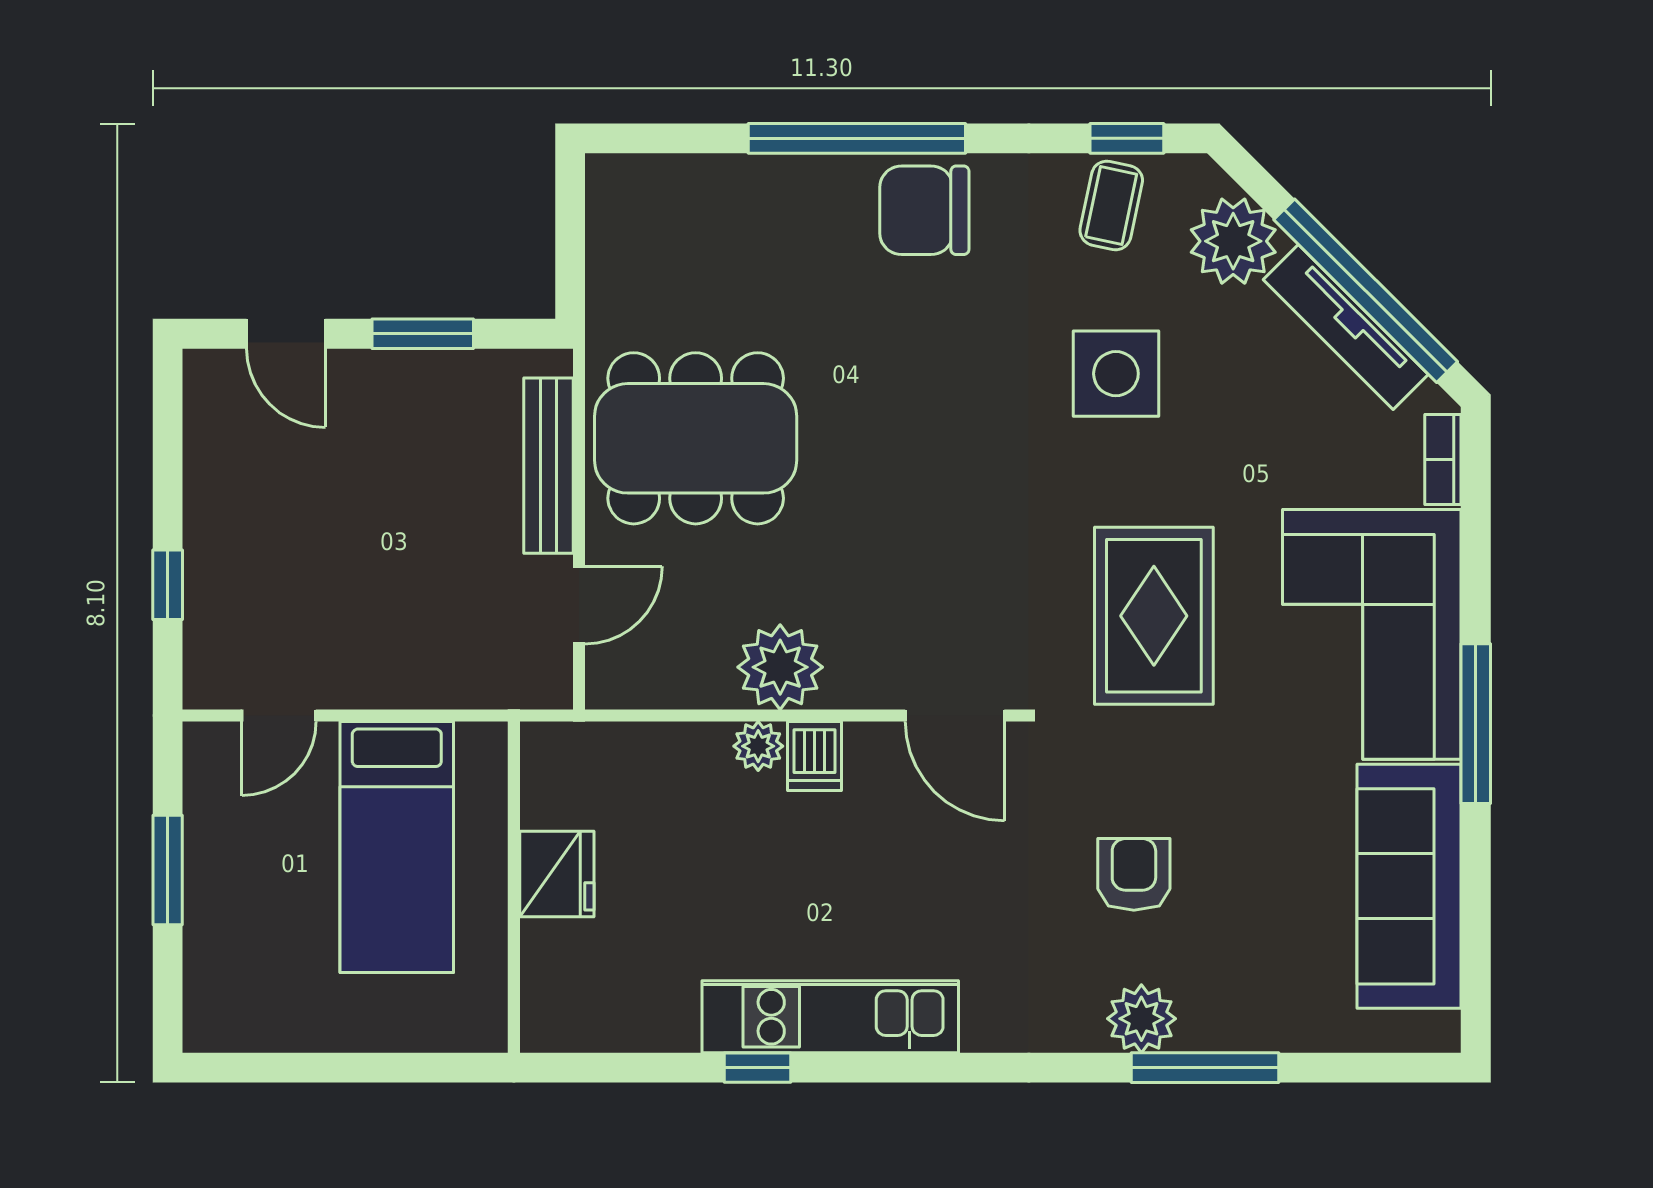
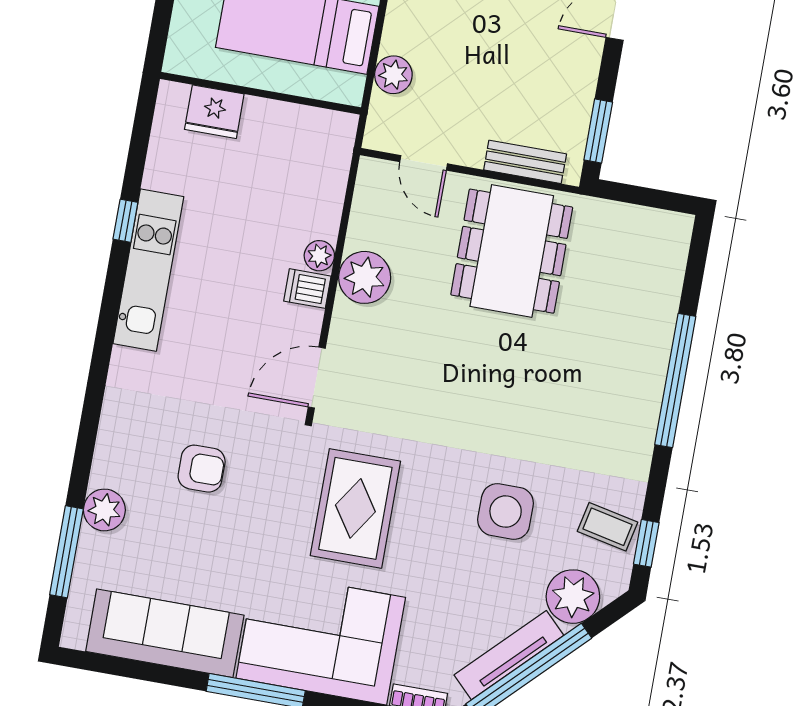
chair: (924, 210) -> (625, 413), removed
window: (423, 334) -> (598, 131), moved
bench: (549, 466) -> (525, 162), width x0.73
rug: (1154, 616) -> (355, 508), turned 90
plant: (446, 679) -> (393, 75), added
fridge: (557, 874) -> (214, 112), moved
plant: (1141, 1019) -> (104, 510), moved
window: (1205, 1068) -> (66, 552), moved

